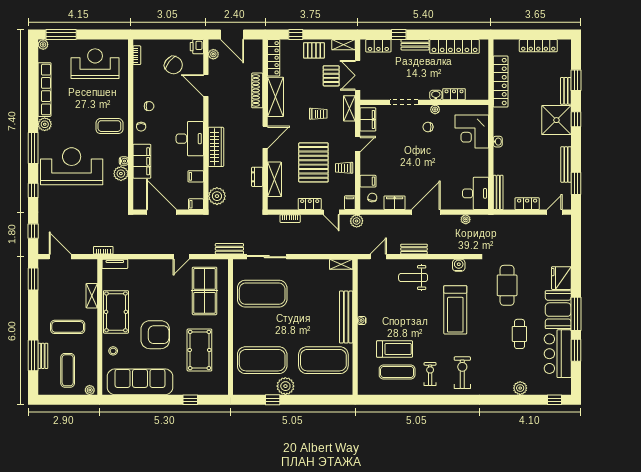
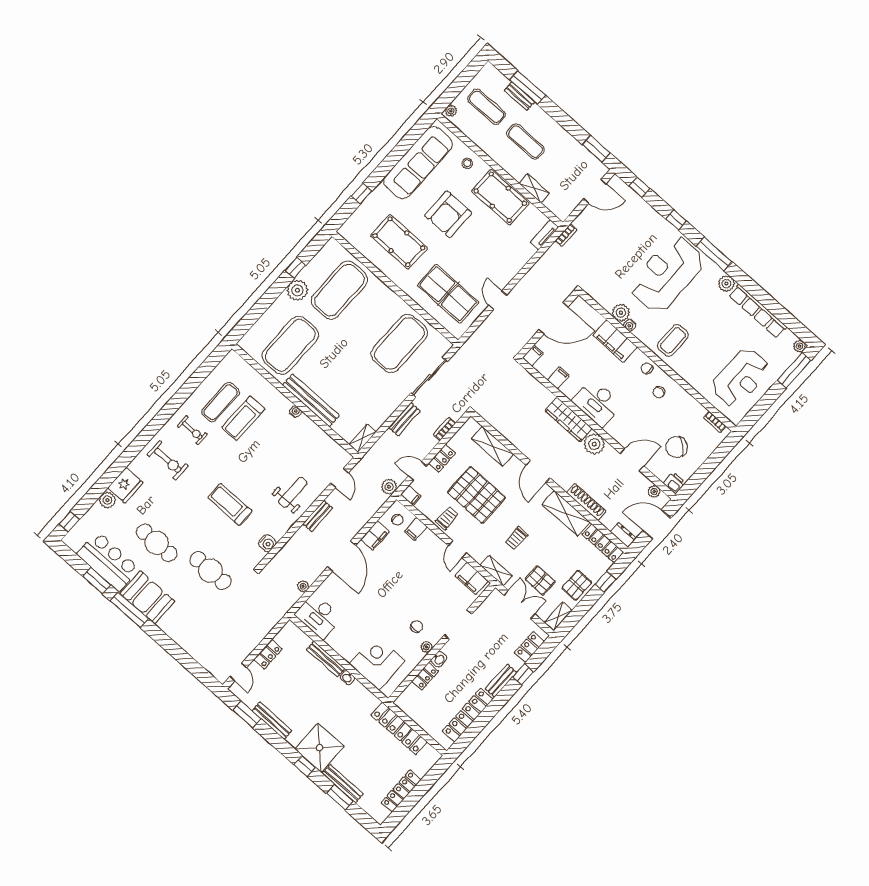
bench: (566, 91) -> (343, 784), width x1.36
reception desk: (72, 166) -> (667, 274), turned 180
dresser: (257, 177) -> (623, 535), moved
bench: (498, 192) -> (326, 659), moved
plant: (217, 196) -> (594, 444), moved
bench: (229, 249) -> (404, 419), moved
fridge: (561, 278) -> (125, 485), moved, turned 90
treadmill: (455, 310) -> (230, 504), width x0.73, depth x0.73
exercise mat: (68, 327) -> (525, 142), turned 90
cafe table: (519, 334) -> (157, 543), width x1.37, depth x1.35

